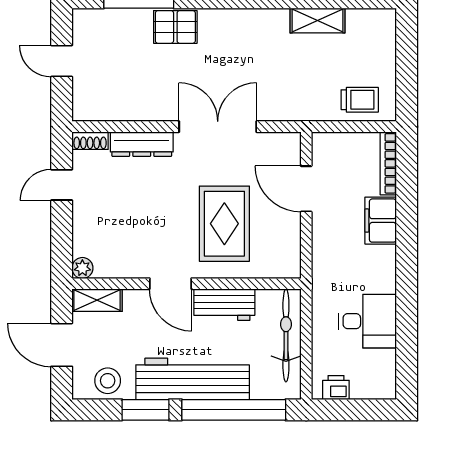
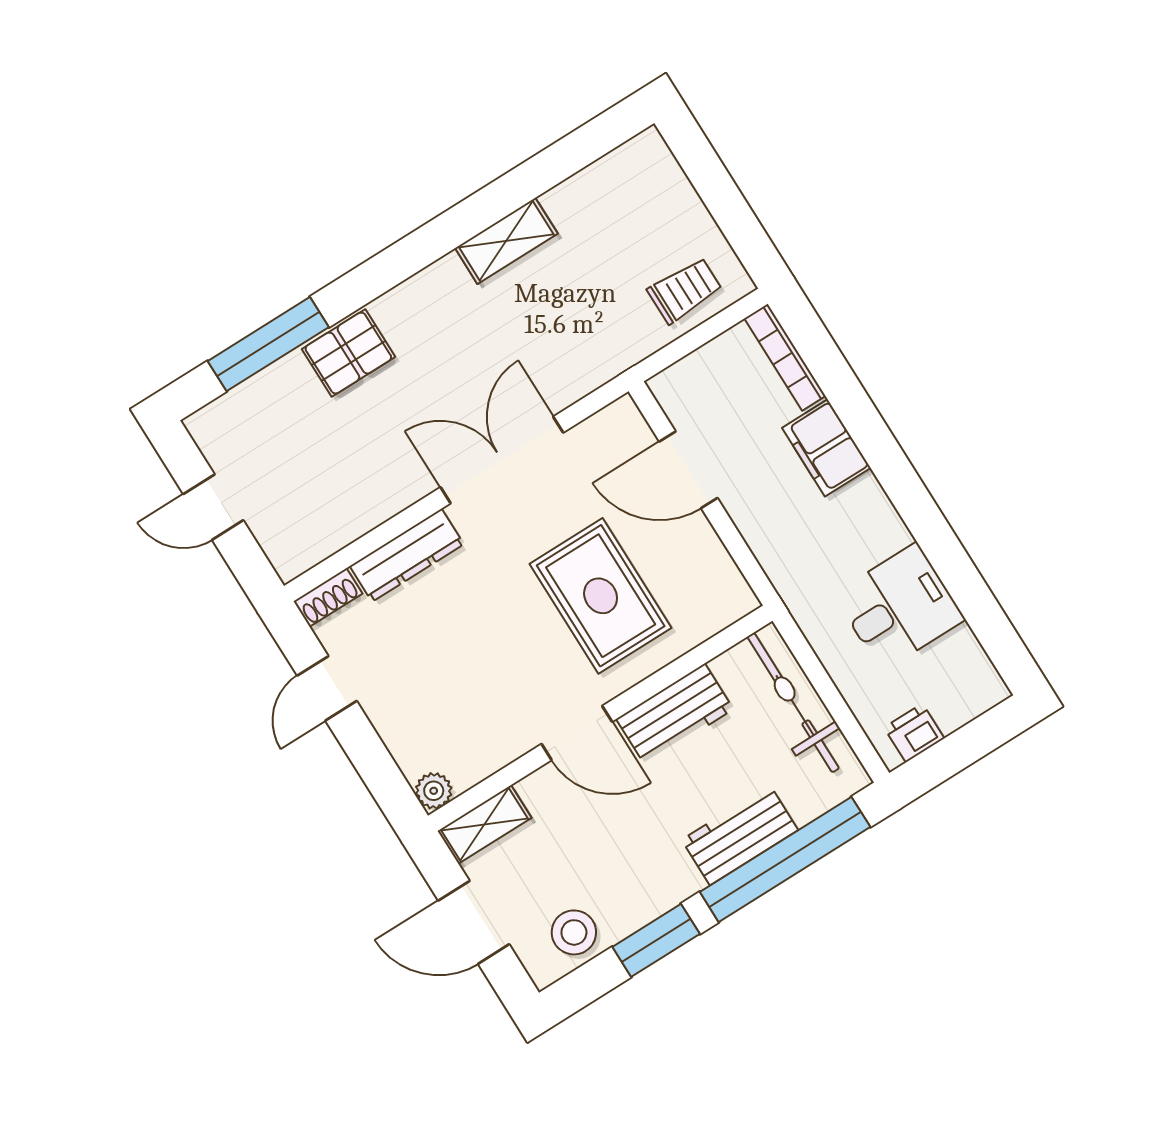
shelving: (317, 21) -> (506, 241), moved
workbench: (193, 379) -> (740, 835), width x0.53, depth x0.76

